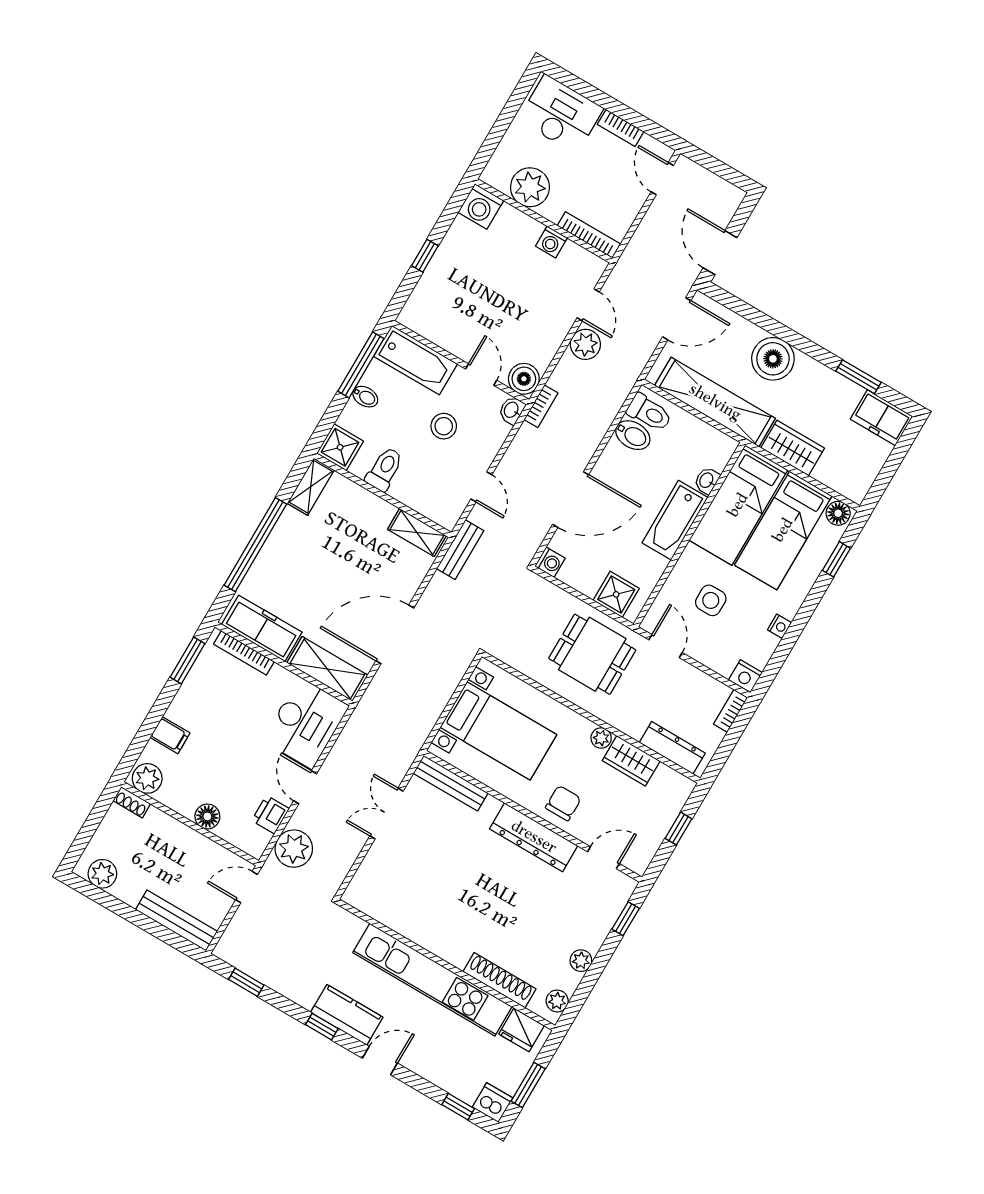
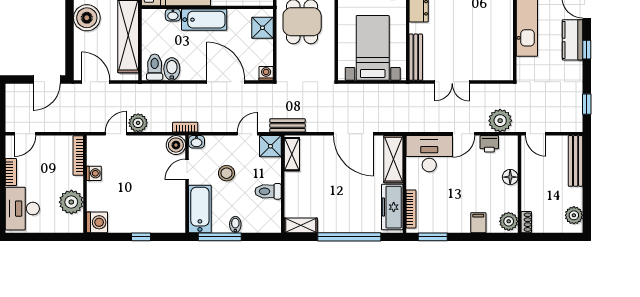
shower: (340, 447) -> (270, 146), moved

